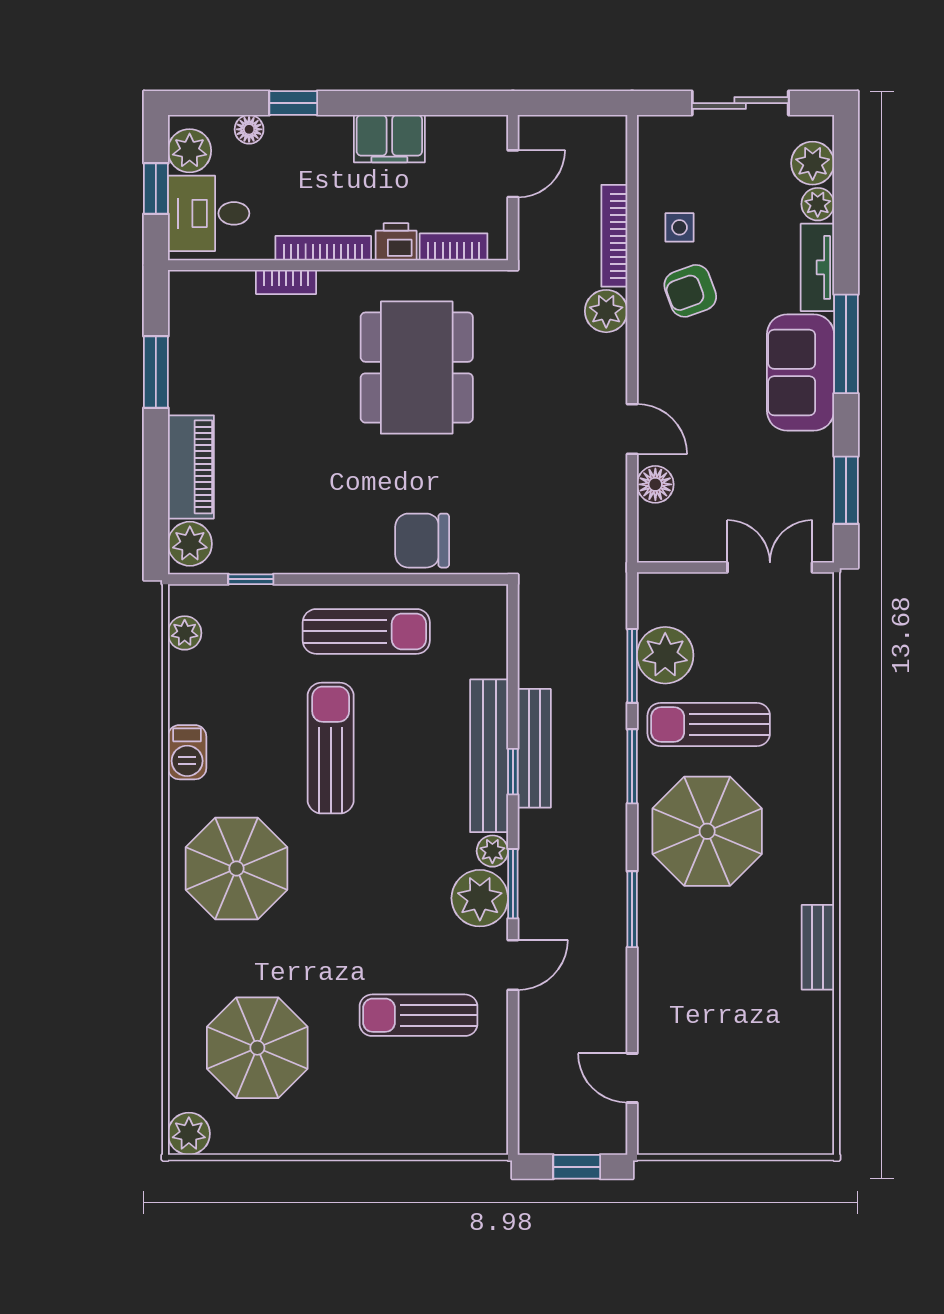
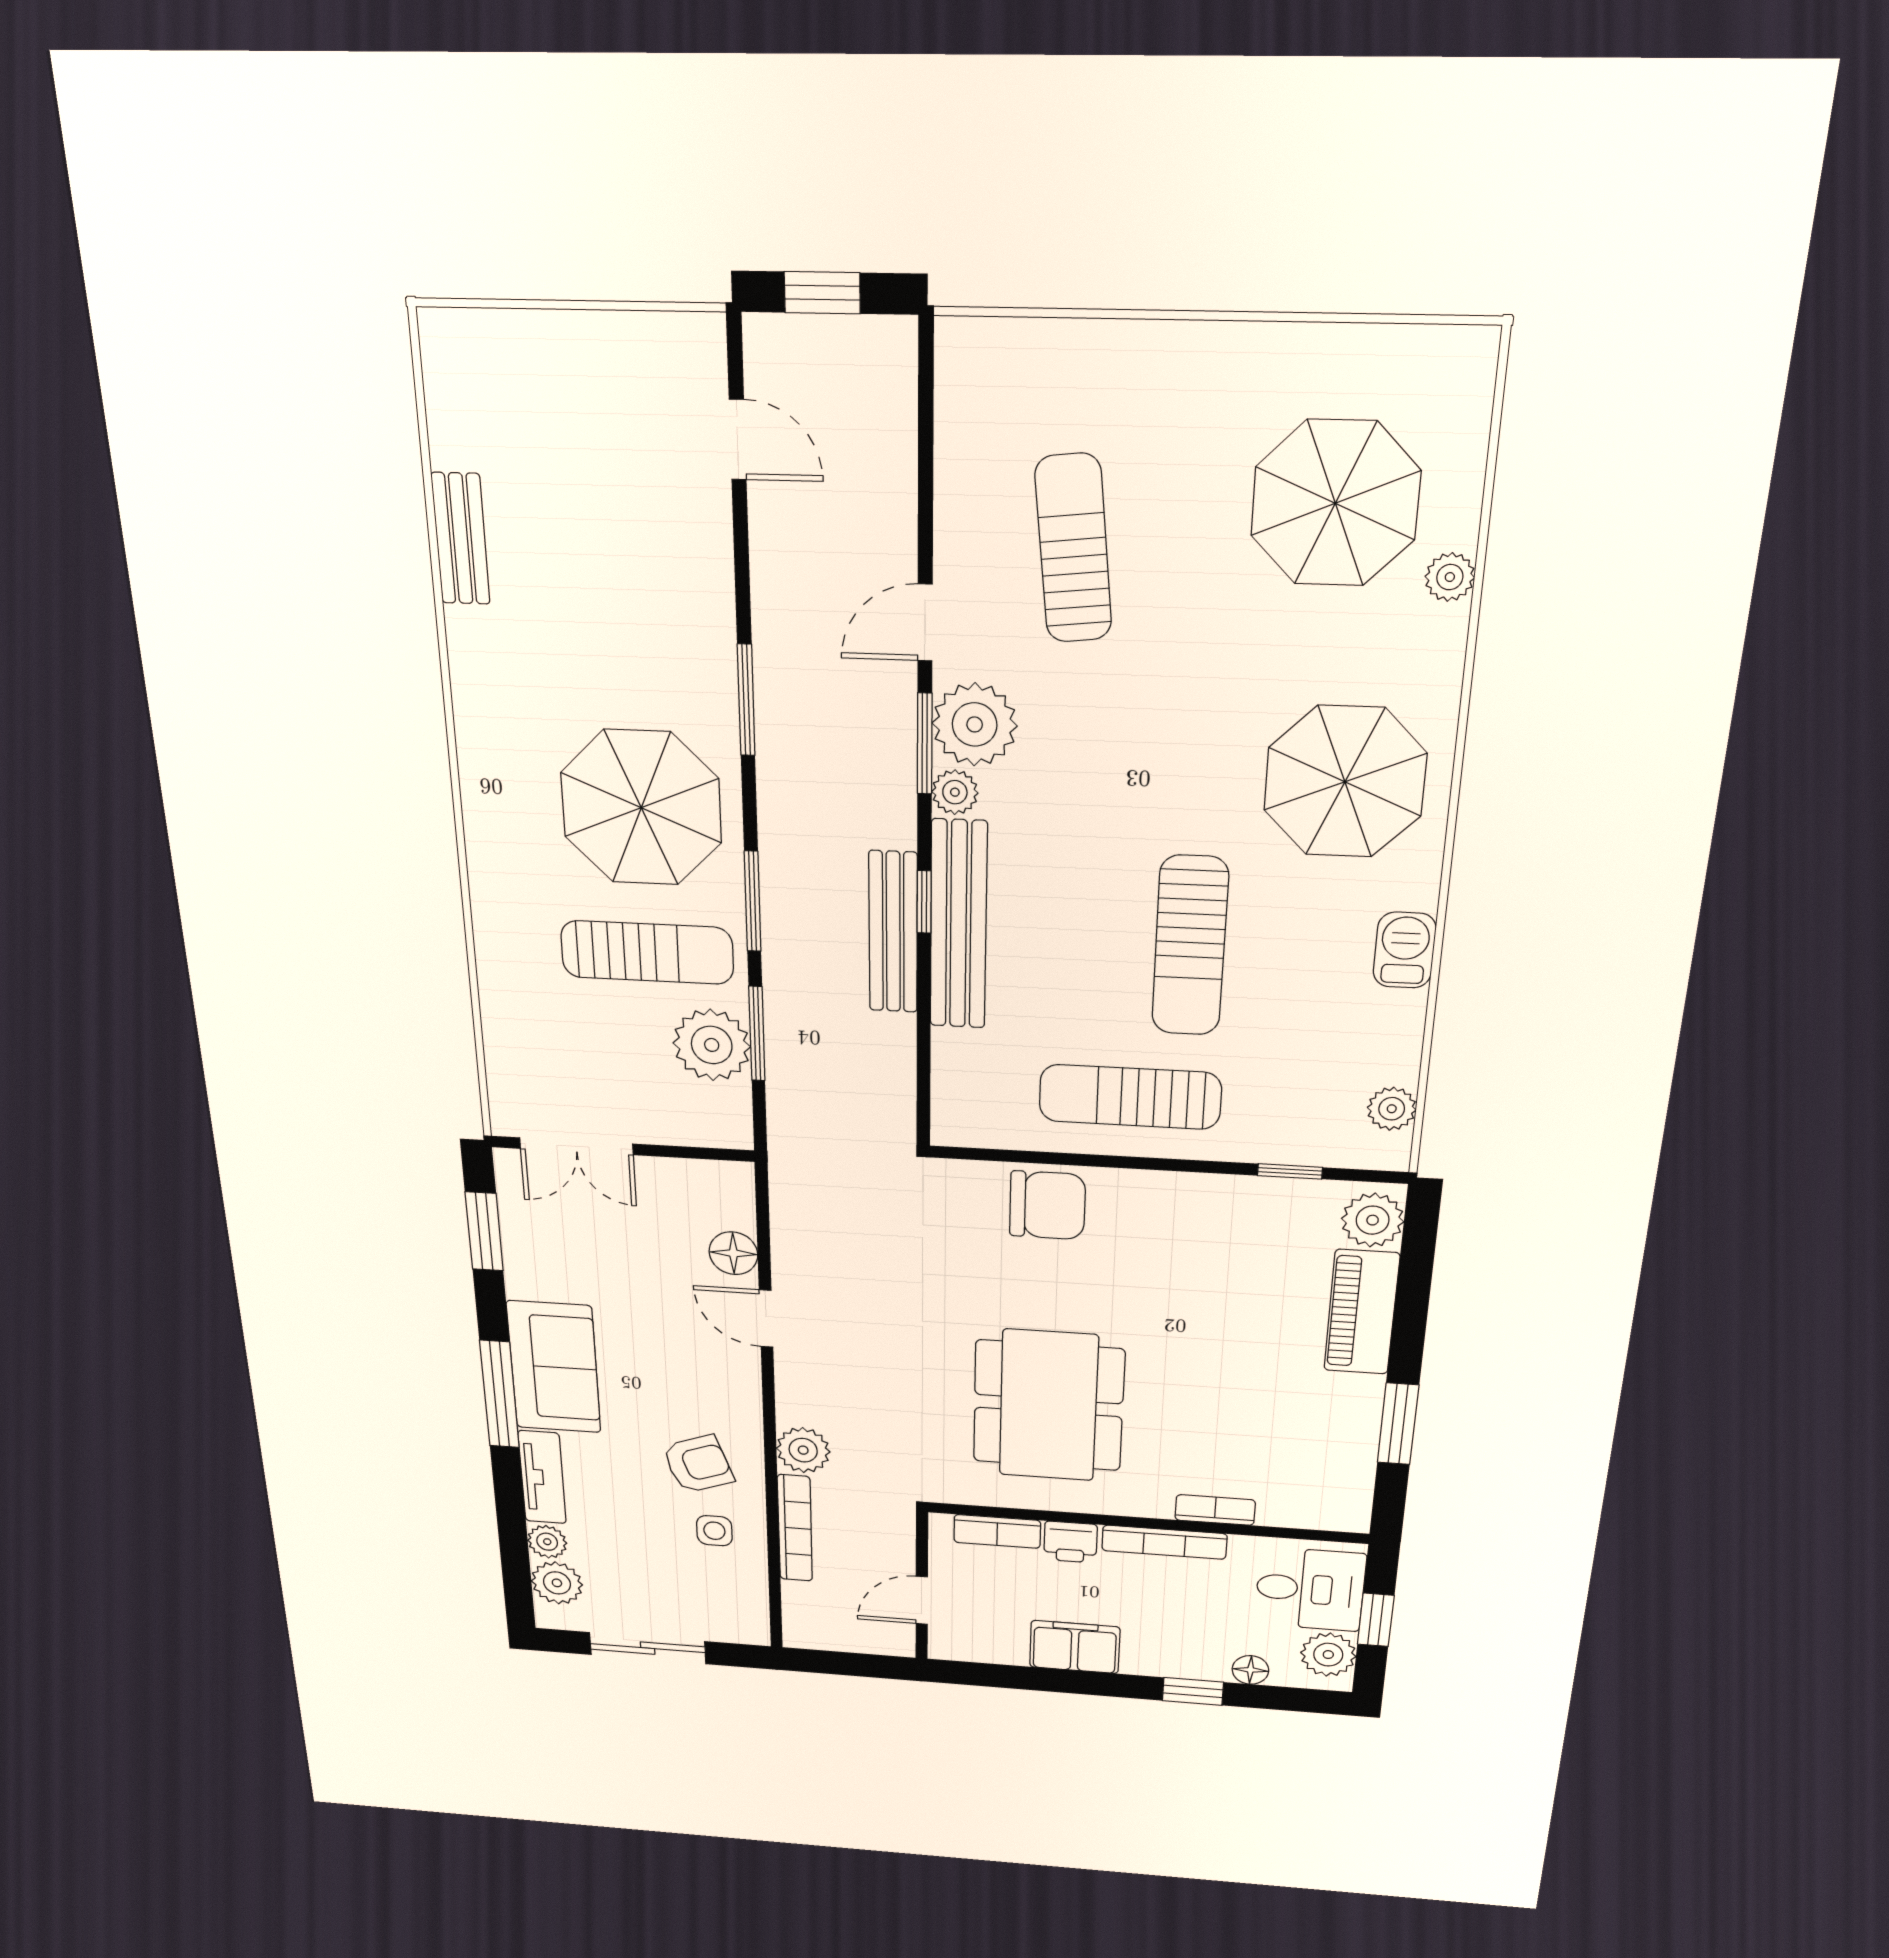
bench: (818, 947) -> (461, 539), moved
sun lounger: (418, 1015) -> (1073, 549), turned -96
plant: (189, 1134) -> (1450, 577), moved, width x0.73, depth x0.73

